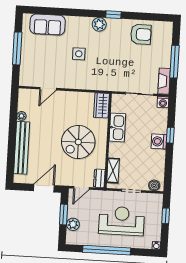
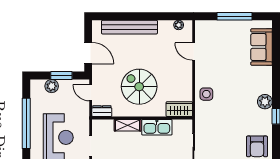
side table: (79, 54) -> (206, 94), moved
plant: (21, 116) -> (179, 25), moved
shelving: (113, 171) -> (128, 125), moved

